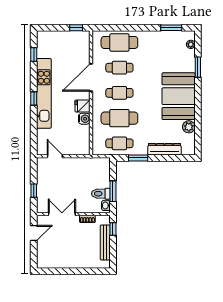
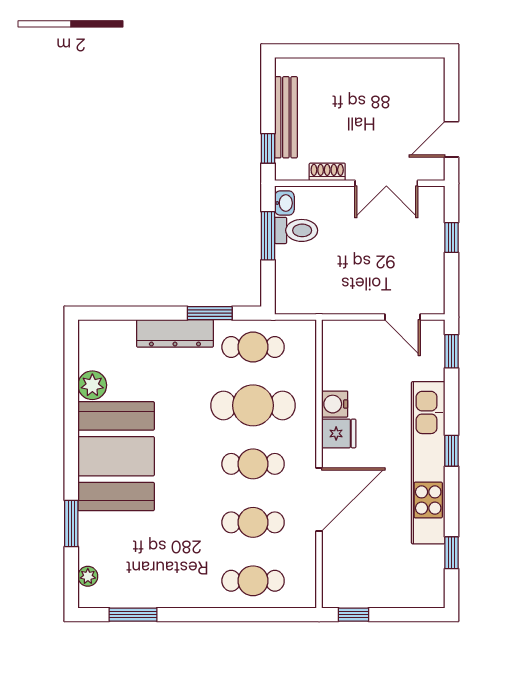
cafe table: (119, 42) -> (253, 581), width x0.73, depth x0.74
window: (34, 142) -> (452, 351), added
dresser: (164, 149) -> (175, 333), moved

